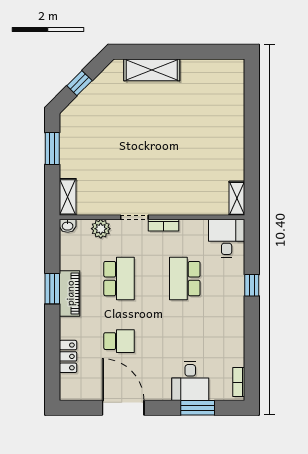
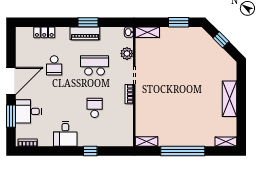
shelving: (152, 70) -> (230, 99), moved
shelving: (237, 75) -> (226, 142), added
window: (252, 142) -> (183, 151), added
desk: (227, 238) -> (65, 134), moved, turned 90
school desk: (119, 279) -> (95, 65), turned 180
school desk: (185, 279) -> (95, 108), width x0.54
door: (123, 408) -> (11, 81), moved

